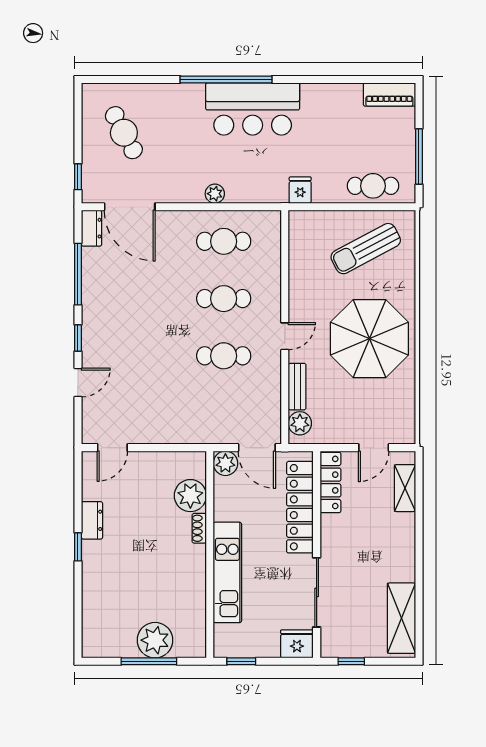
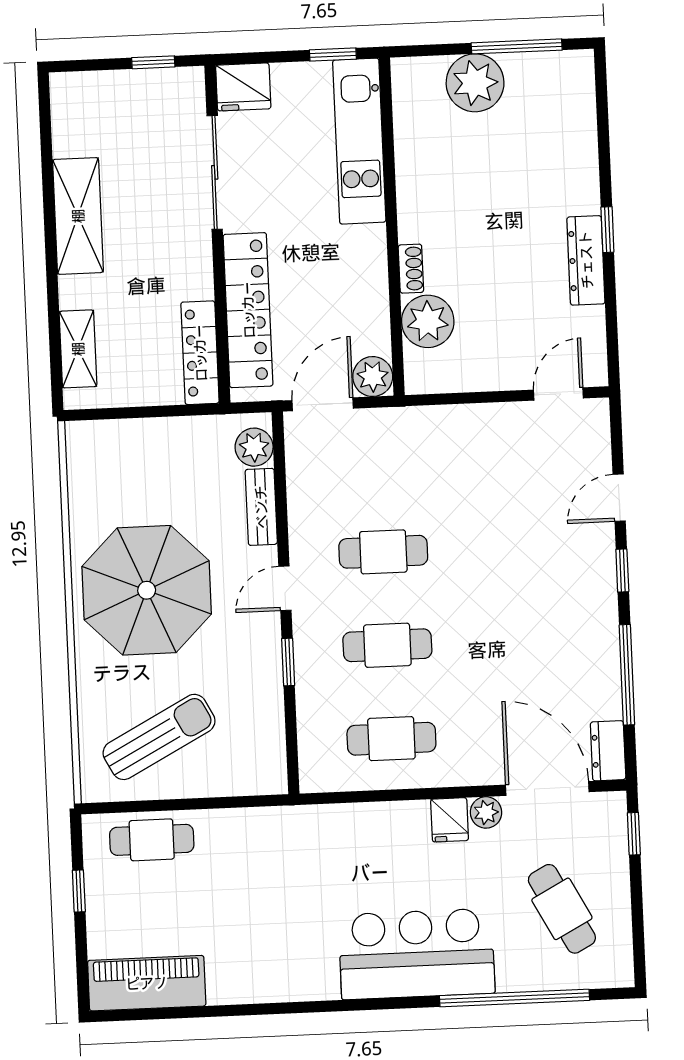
window: (226, 79) -> (514, 998), moved
piano: (389, 94) -> (147, 983), width x1.37, depth x1.33
bar counter: (253, 109) -> (417, 954), moved
window: (419, 156) -> (79, 891), width x0.46
fridge: (300, 190) -> (450, 820), moved
plant: (215, 194) -> (486, 812), moved
window: (285, 291) -> (288, 662), added
door: (257, 448) -> (323, 404), hinge flipped
door: (374, 448) -> (132, 413), removed
dresser: (92, 520) -> (586, 260), width x1.44
kitchen unit: (227, 572) -> (359, 141), moved
shelving: (401, 618) -> (78, 216), moved
window: (149, 661) -> (517, 46), moved

